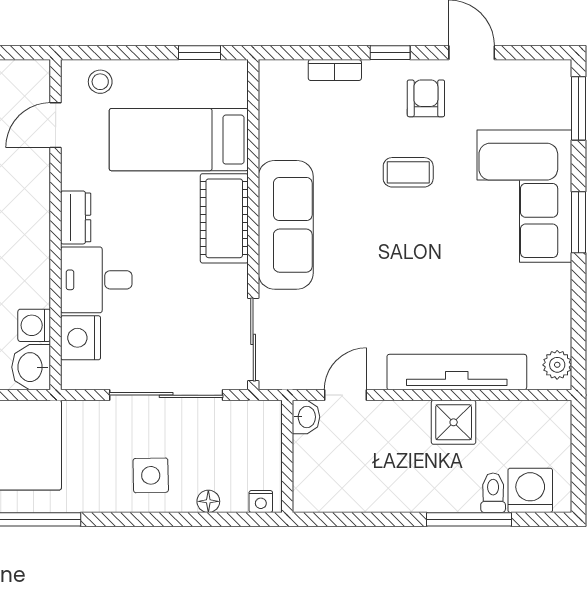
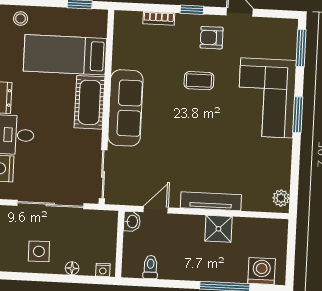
armchair: (426, 98) -> (212, 38), turned -90
tv unit: (457, 372) -> (211, 201), width x0.73, depth x0.78
toilet: (493, 493) -> (150, 267), moved

